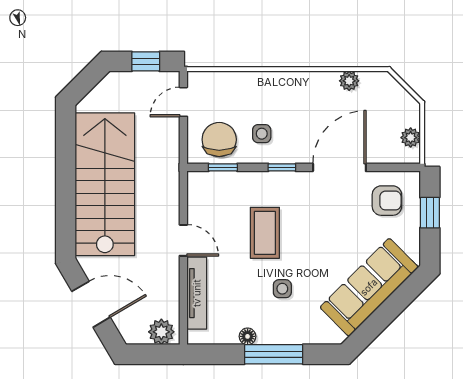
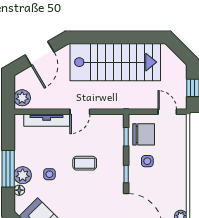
coffee table: (265, 233) -> (85, 163), width x0.73, depth x0.77
plant: (284, 331) -> (23, 175), added
floor lamp: (248, 336) -> (19, 190), moved

